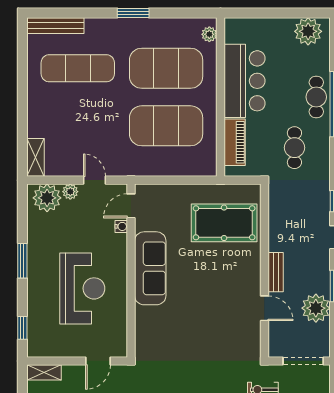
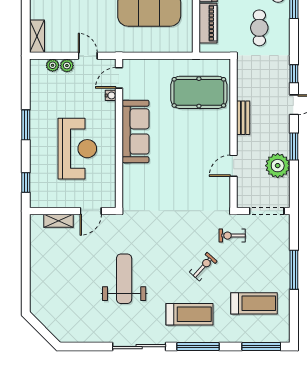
plant: (47, 198) -> (53, 65), width x0.53, depth x0.53
bench: (276, 272) -> (243, 118), moved
door: (264, 308) -> (234, 166), swing flipped
shelving: (44, 372) -> (59, 221), moved

